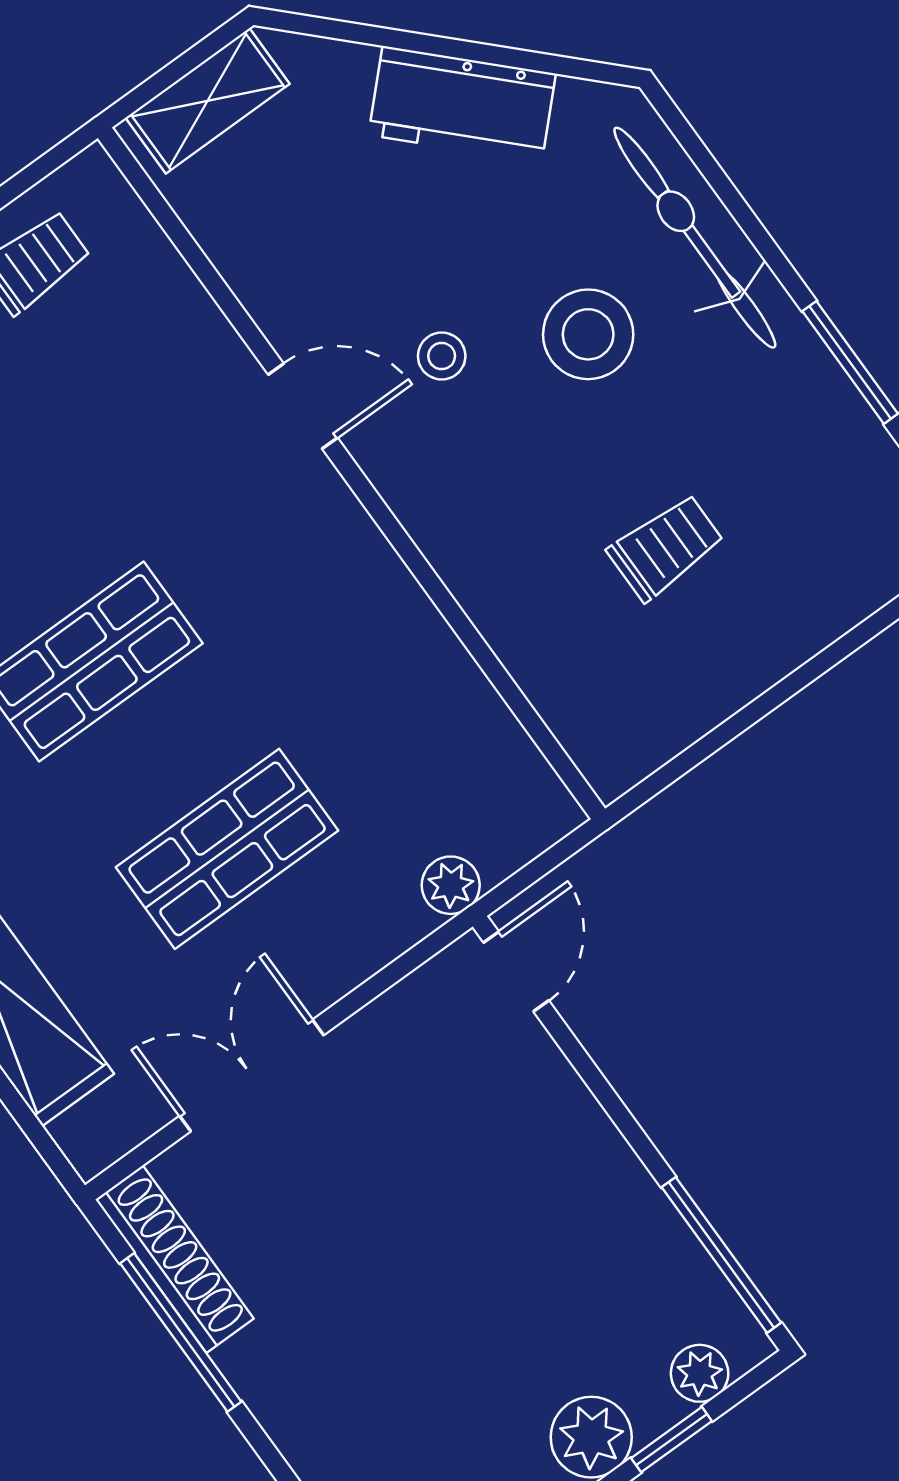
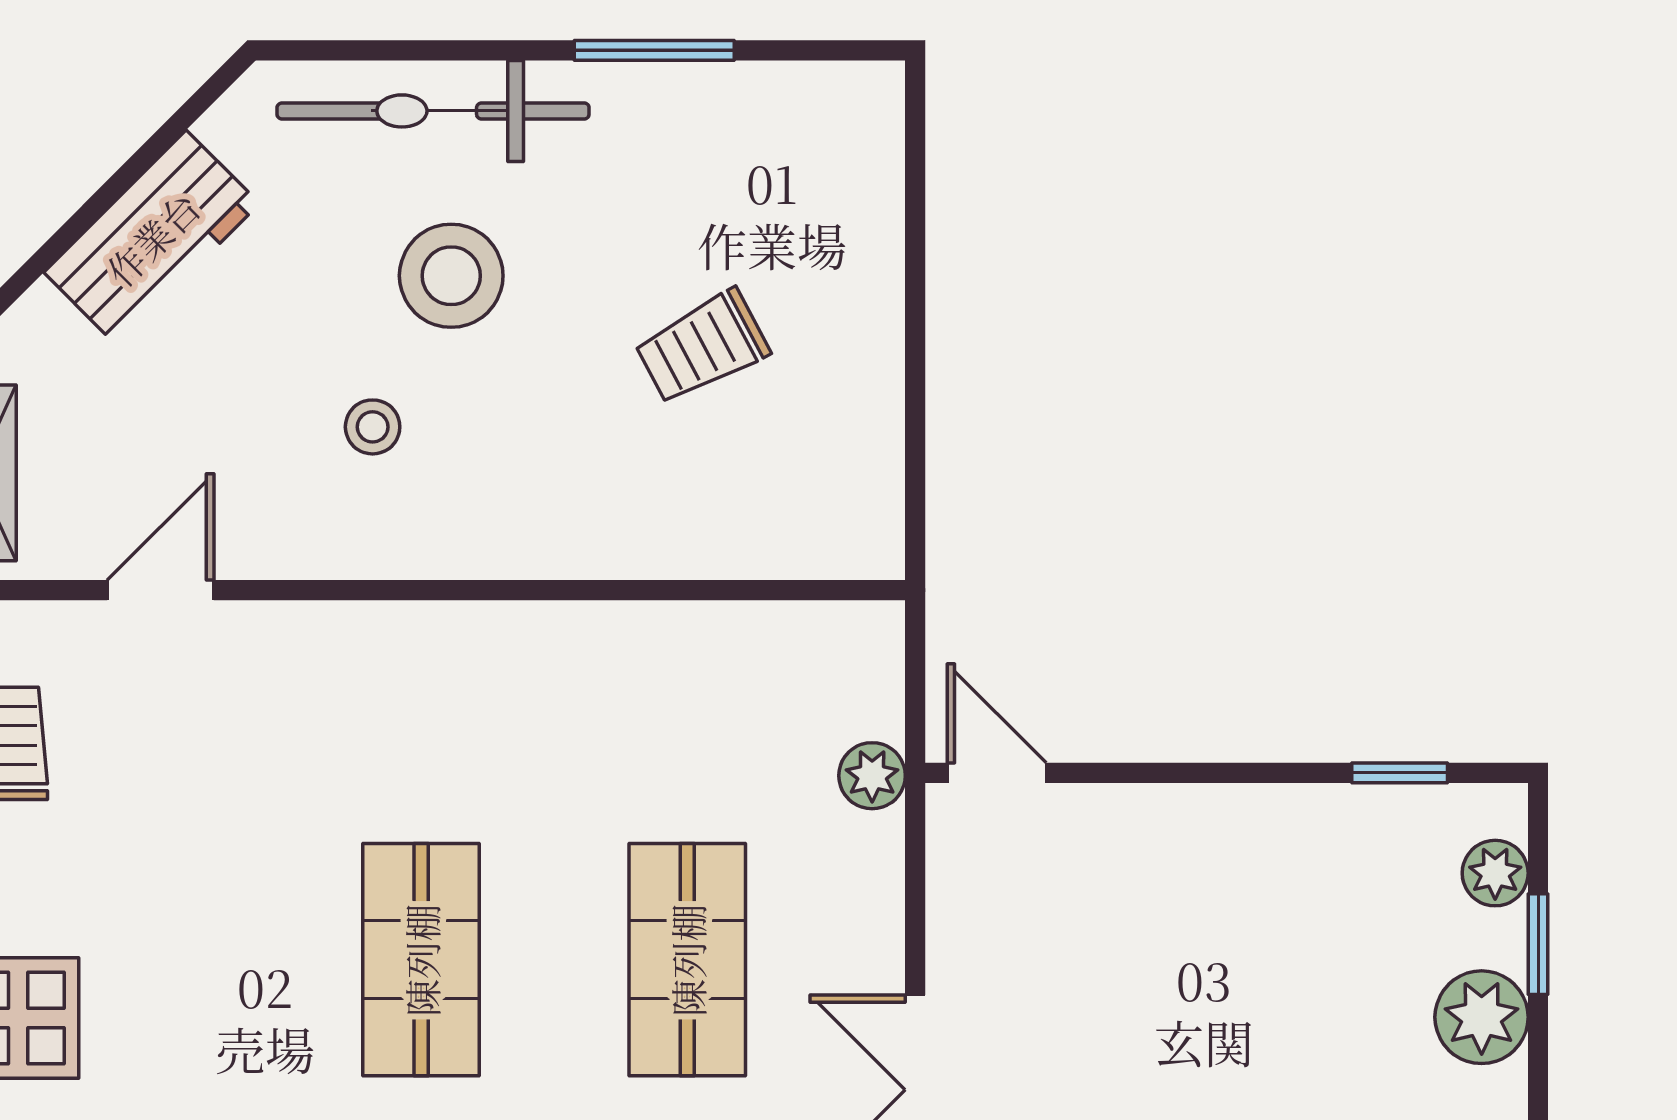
door: (303, 406) -> (160, 590), moved
trolley: (666, 547) -> (702, 347), turned -118
window: (721, 1255) -> (1400, 773), width x0.46

